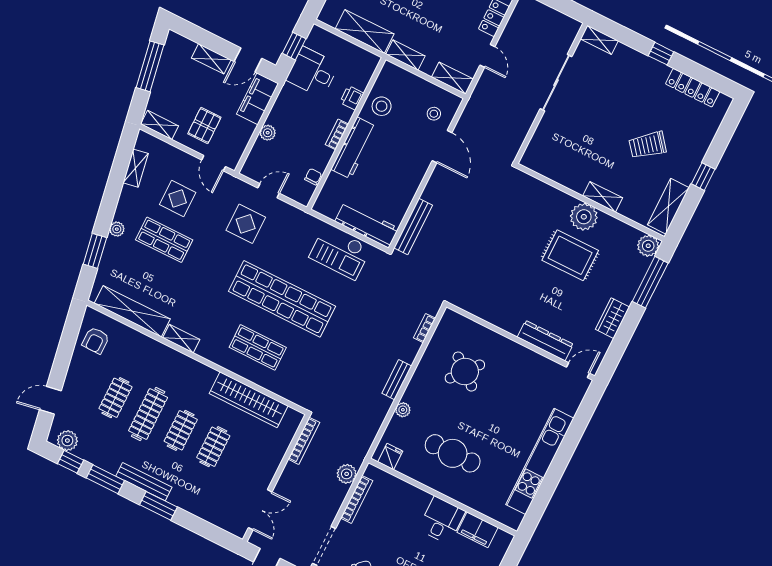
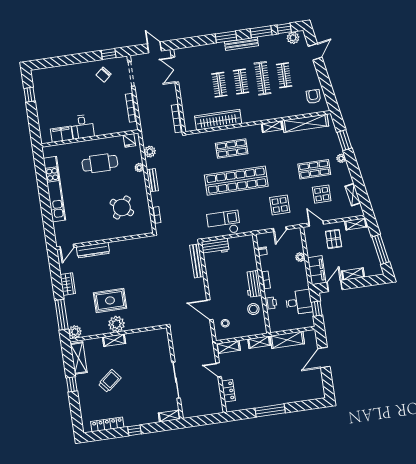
workbench: (354, 148) -> (253, 284), width x0.73
workbench: (367, 225) -> (215, 247), width x0.73
plant: (347, 474) -> (150, 152), moved

